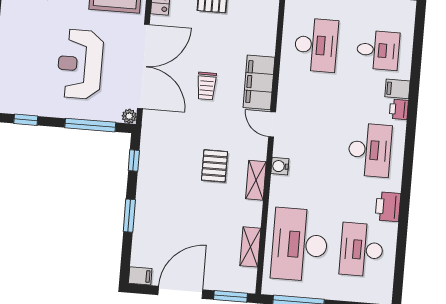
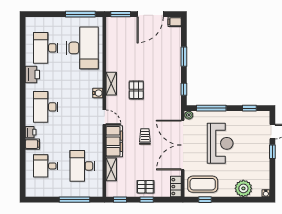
shelving: (250, 247) -> (111, 169), moved
desk: (362, 250) -> (46, 48), turned 180

